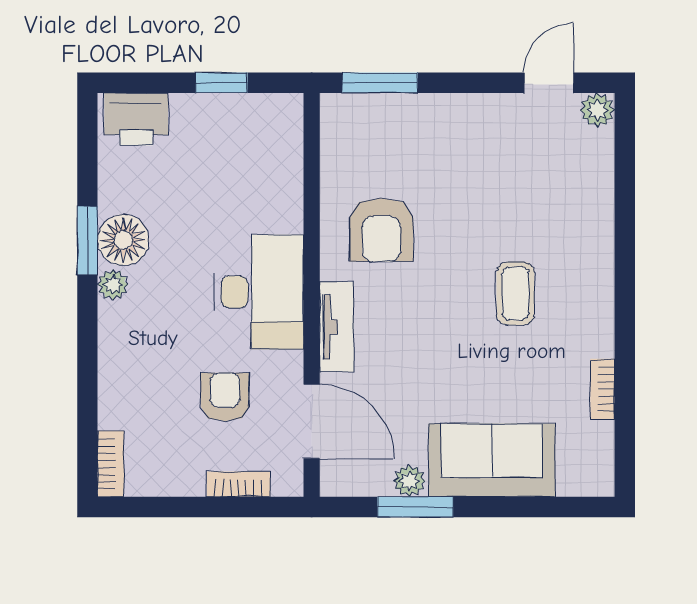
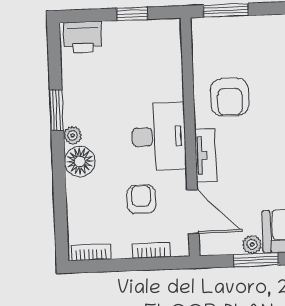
floor lamp: (123, 240) -> (80, 161), moved
bookcase: (111, 464) -> (91, 252), moved, turned -90

